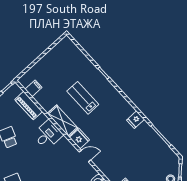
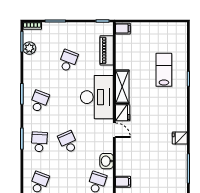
filing cabinet: (34, 88) -> (123, 29), moved
lab bench: (83, 98) -> (164, 70), moved
desk: (48, 135) -> (97, 97), width x1.87, depth x1.30

